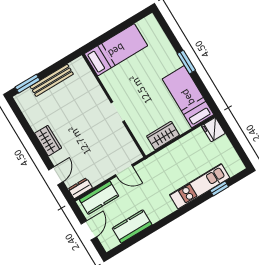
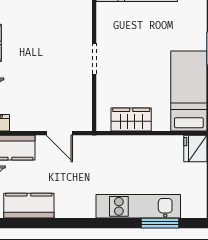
window: (219, 189) -> (160, 223), width x1.50

